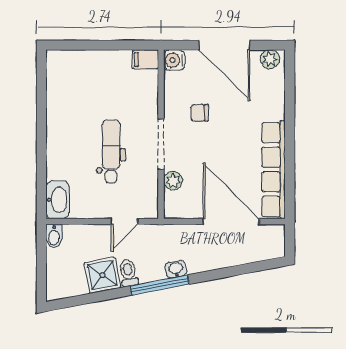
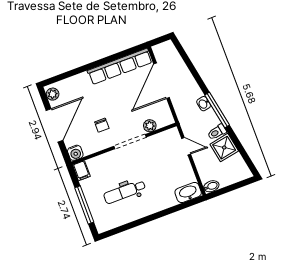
window: (95, 45) -> (84, 205), added
dental chair: (111, 151) -> (125, 192), moved

